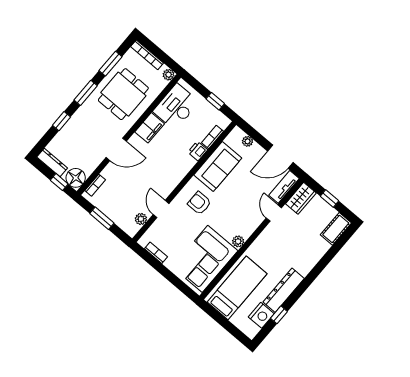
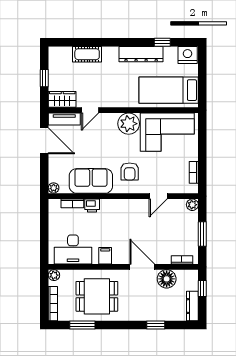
window: (86, 93) -> (120, 325), removed
window: (215, 101) -> (44, 224), removed
filing cabinet: (150, 128) -> (105, 256), width x0.50
plant: (247, 141) -> (54, 188), moved
floor lamp: (76, 178) -> (167, 279), moved
plant: (141, 219) -> (192, 205), moved
cot: (336, 229) -> (87, 54), moved
plant: (238, 241) -> (129, 124), width x1.87, depth x1.87
nightstand: (261, 315) -> (188, 55), moved

